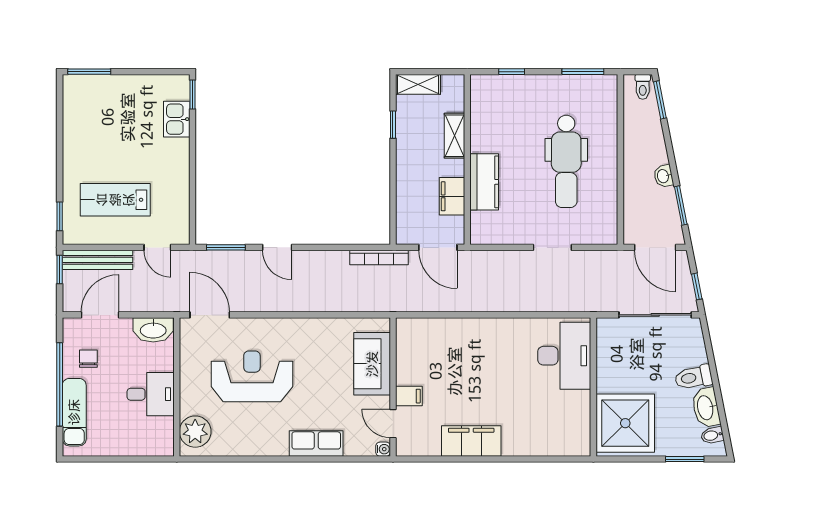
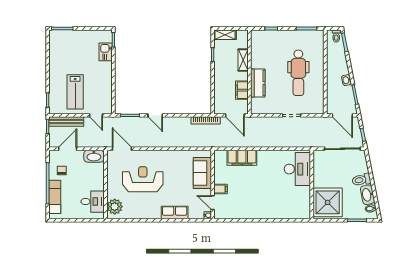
lab bench: (115, 200) -> (75, 92), turned -90
desk: (151, 394) -> (93, 202), moved
filing cabinet: (471, 441) -> (242, 158), moved, turned 180

